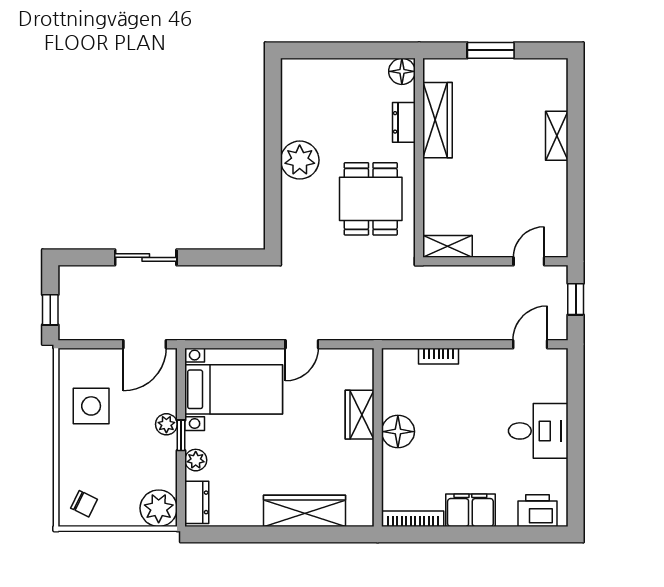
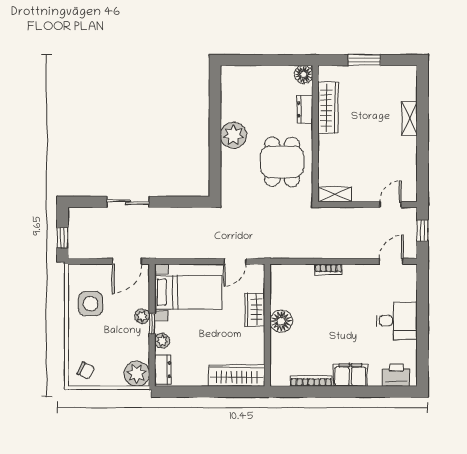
wardrobe: (360, 415) -> (255, 310), moved
floor lamp: (398, 432) -> (281, 321), moved
wall: (378, 437) -> (267, 325), moved

